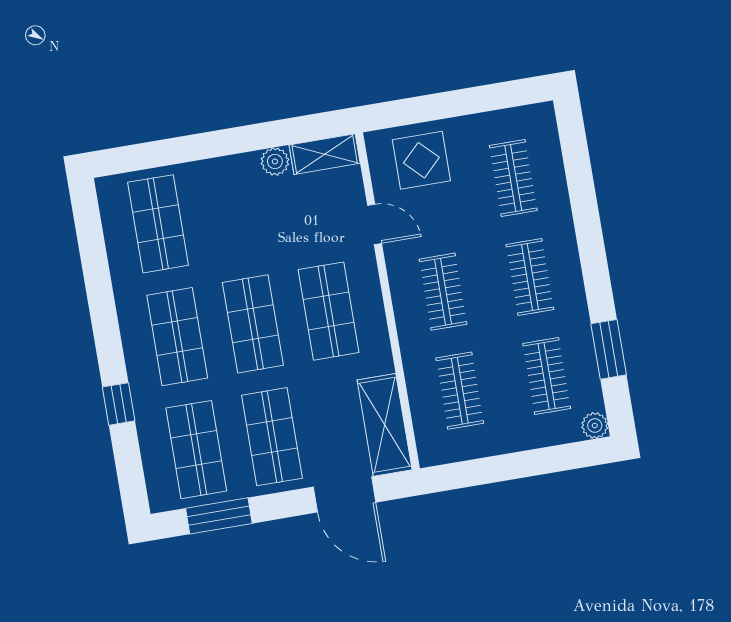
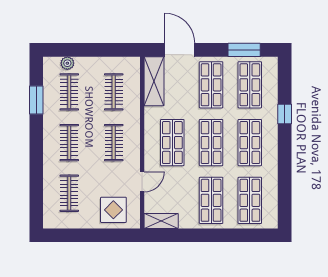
plant: (275, 161) -> (186, 222), removed
shop shelf: (234, 211) -> (211, 200), added
door: (375, 224) -> (142, 182), swing flipped
plant: (595, 426) -> (67, 63), moved

